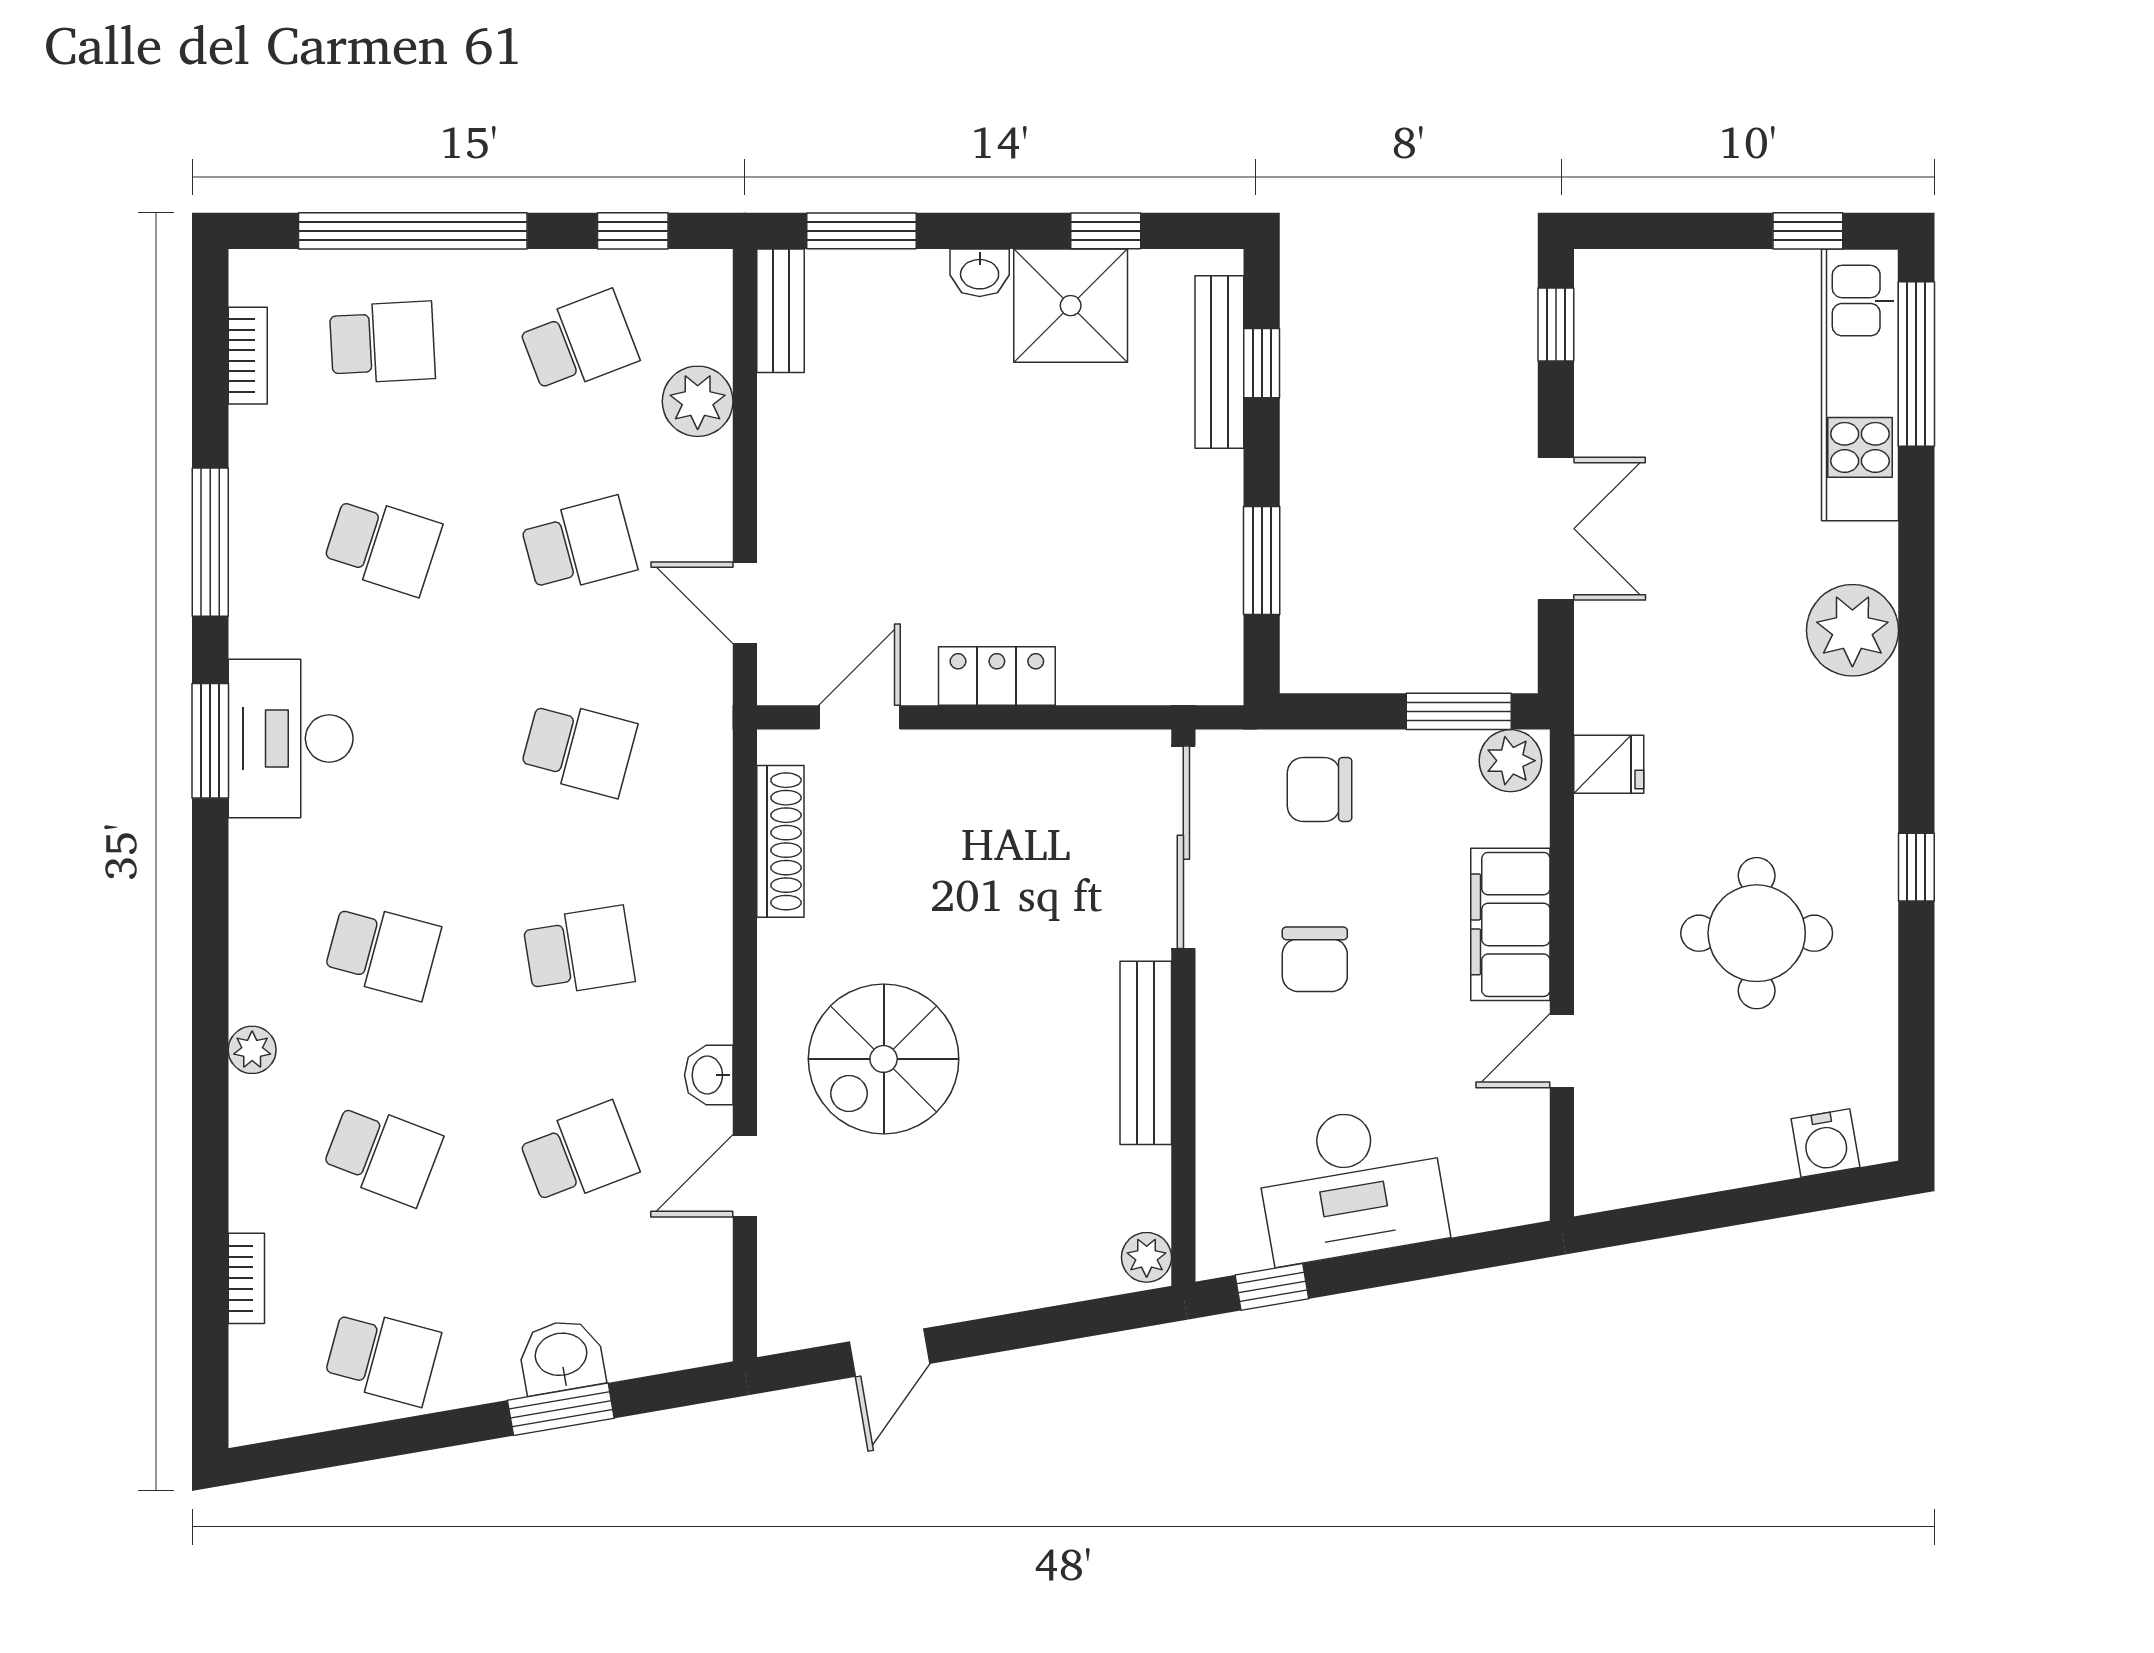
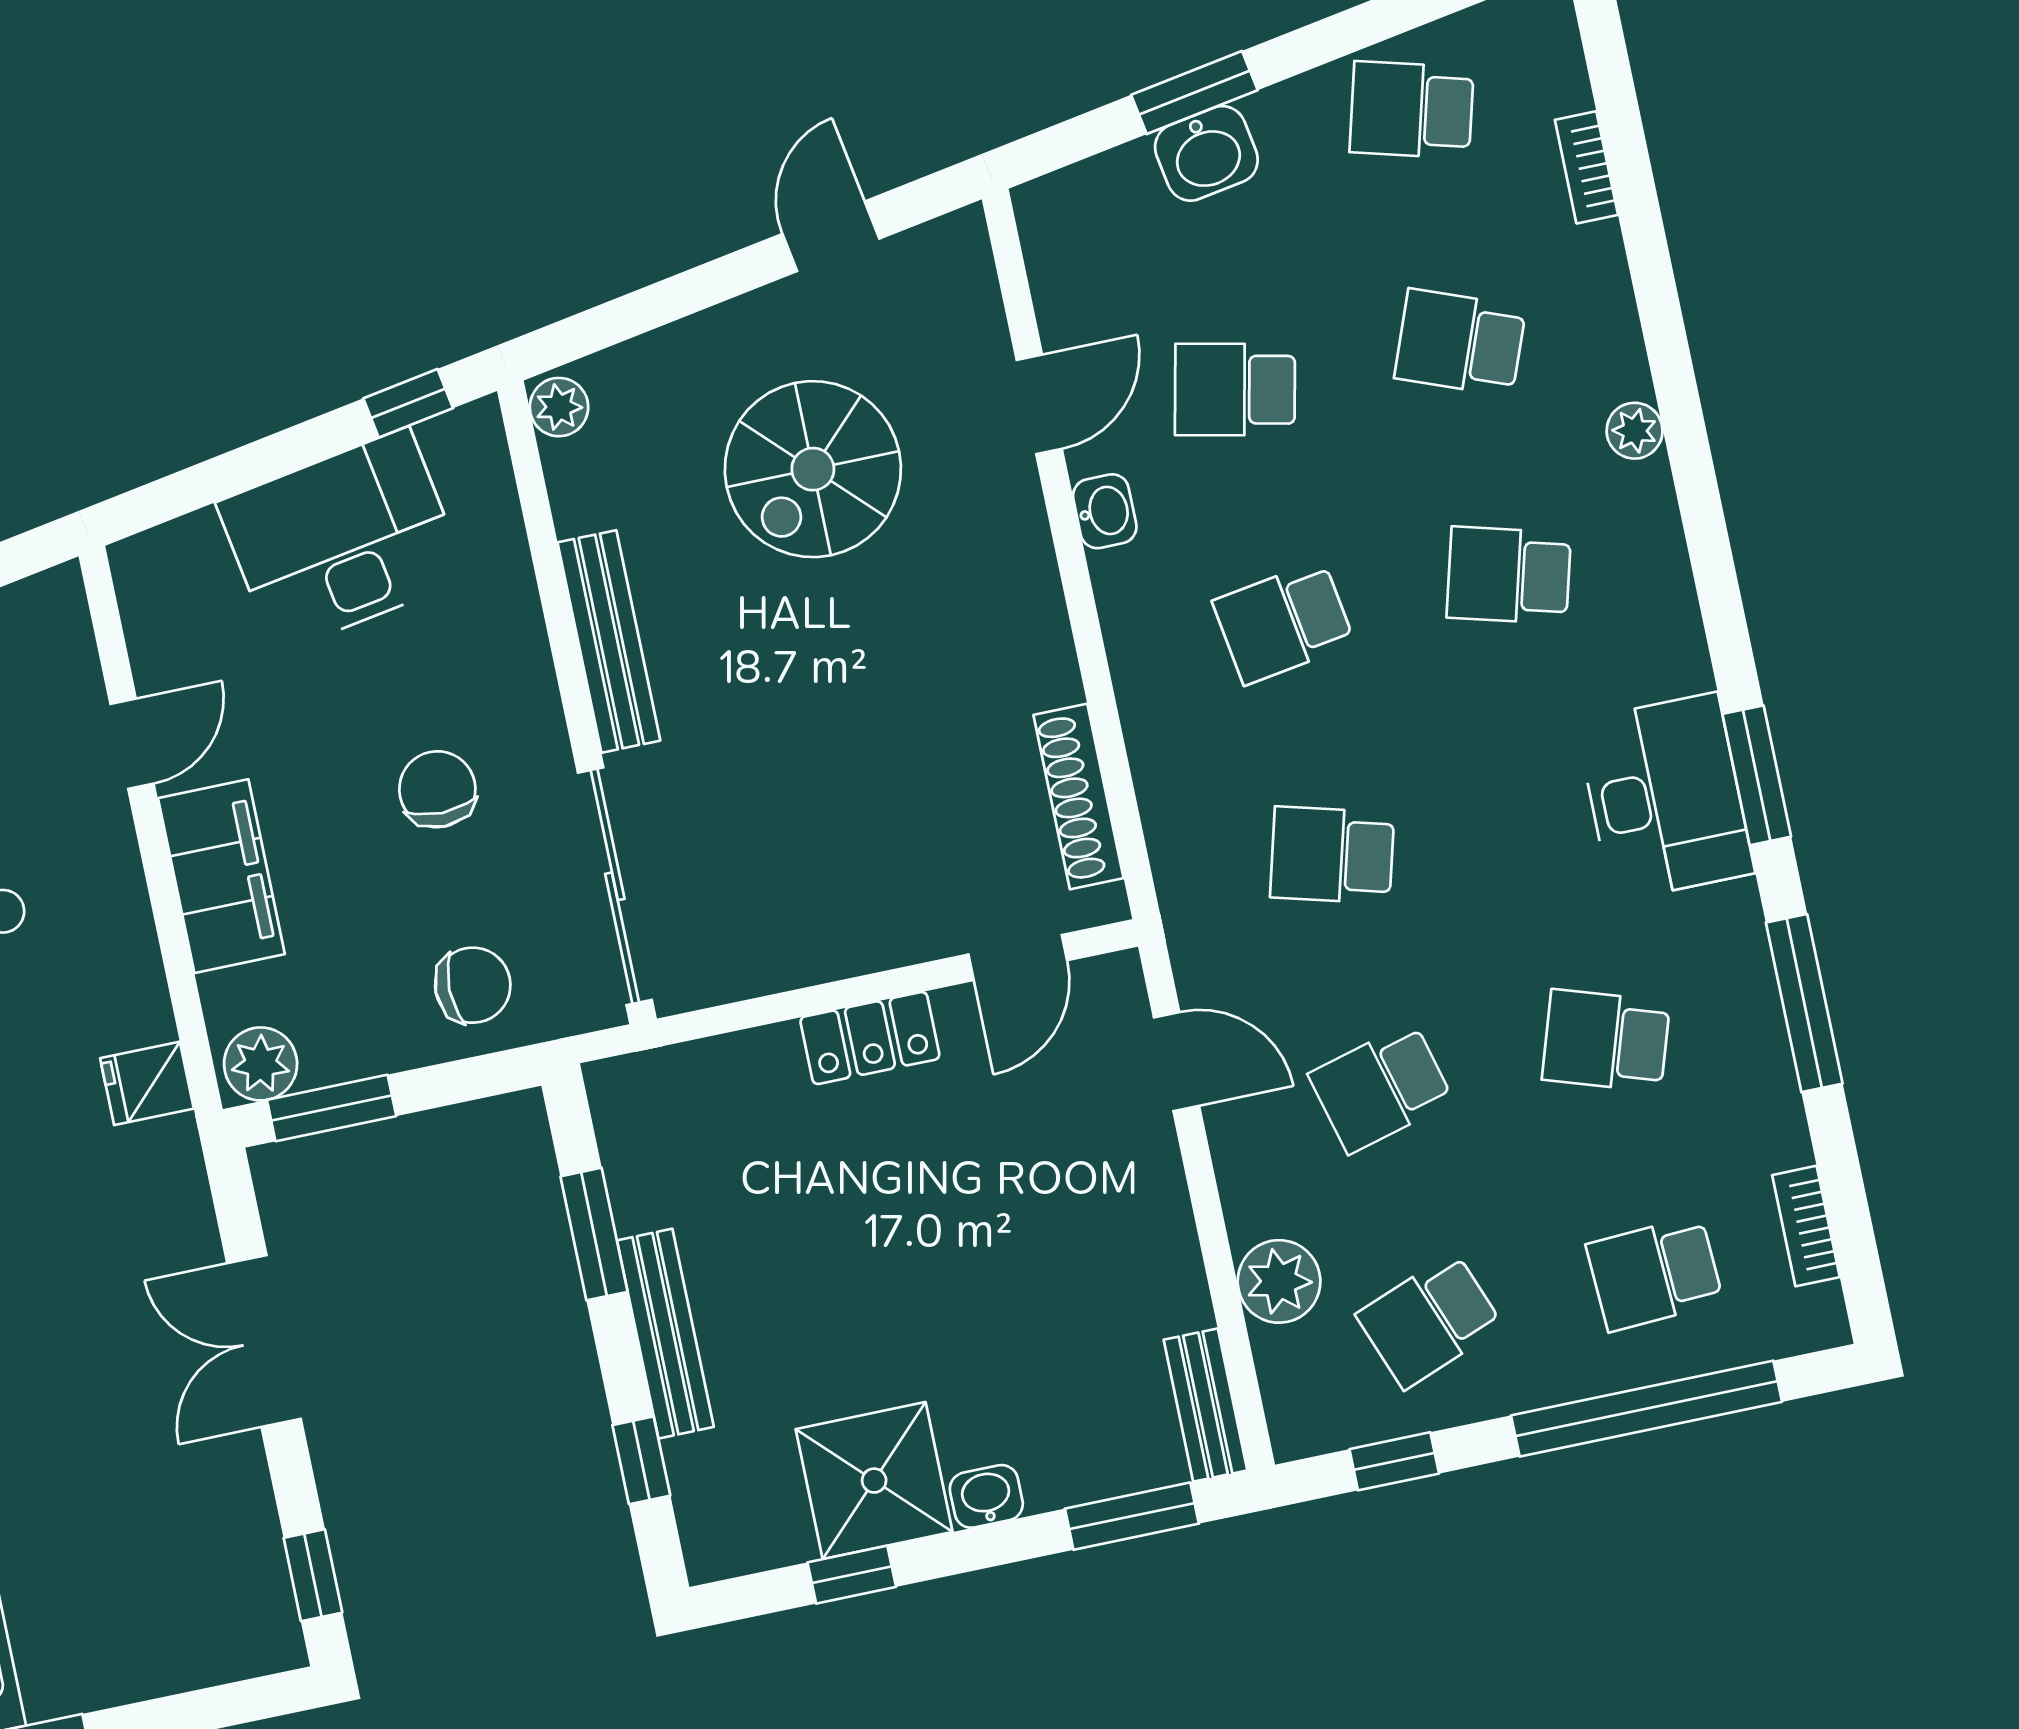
bench: (1219, 362) -> (665, 1334), moved
spiral stairs: (884, 1059) -> (813, 469), moved, turned 180
school desk: (579, 1154) -> (1235, 390), turned 33

